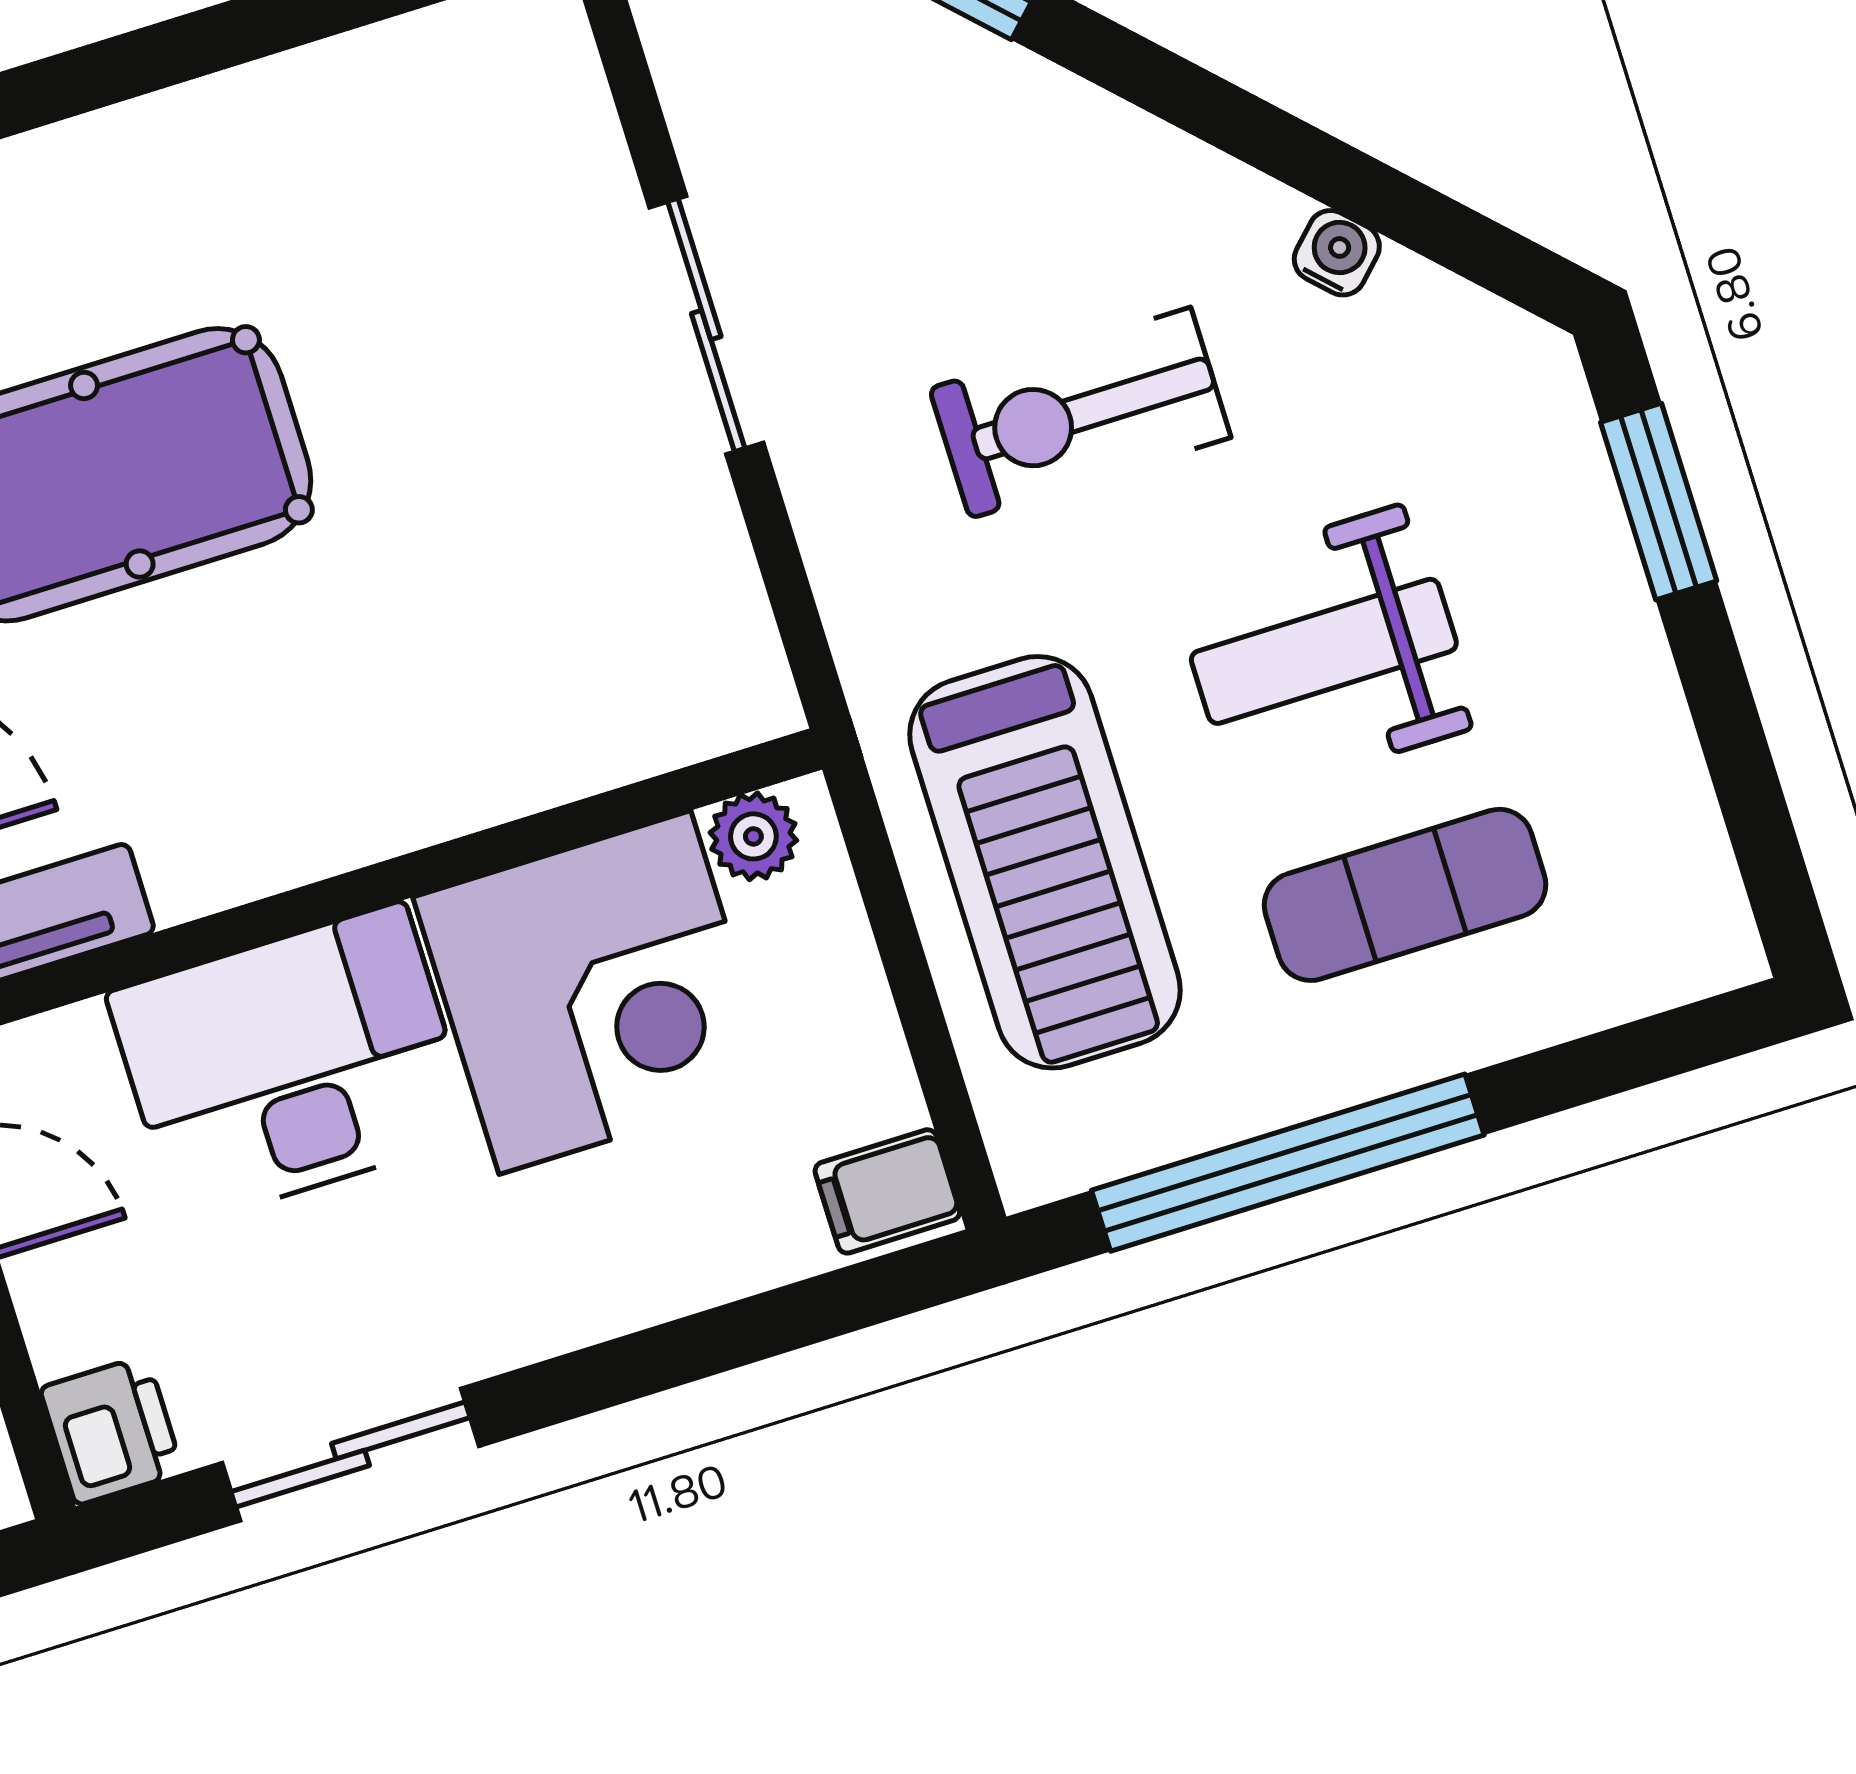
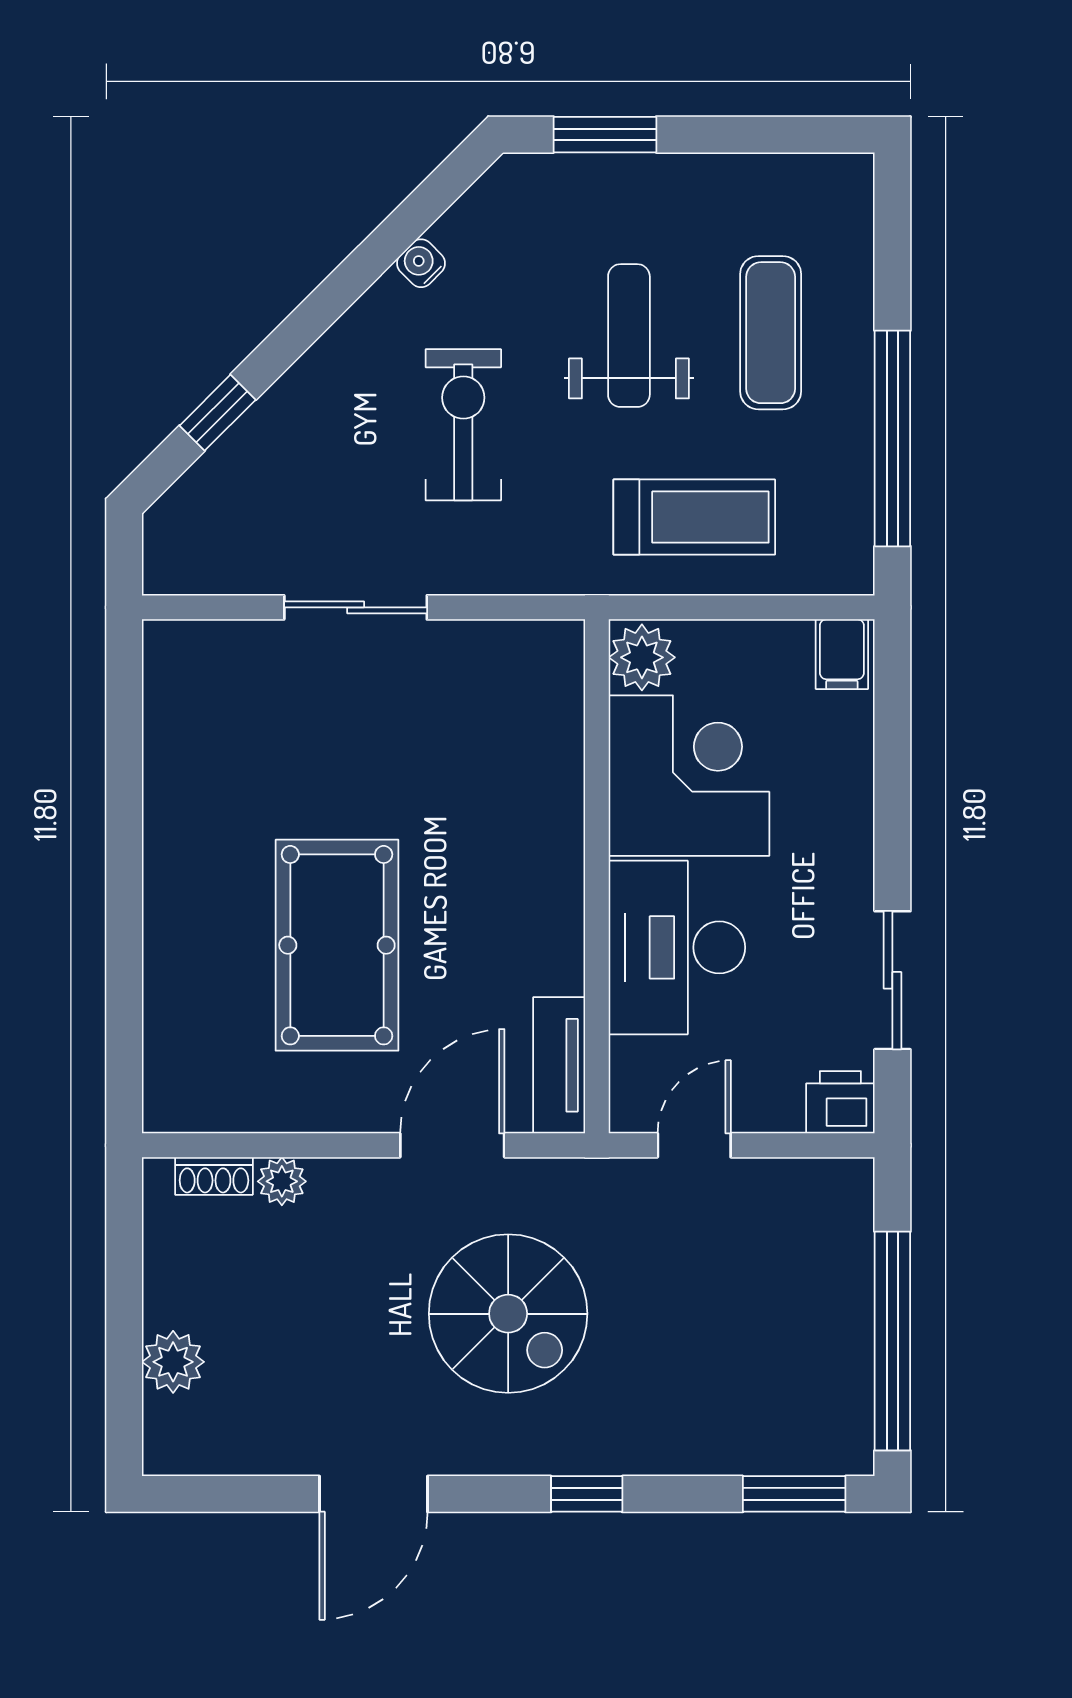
exercise bike: (1080, 413) -> (463, 425), turned 180
weight bench: (1324, 651) -> (629, 336), turned 180
plant: (753, 836) -> (642, 657), width x1.38, depth x1.38
treadmill: (1045, 862) -> (694, 517), width x0.73, depth x0.73

